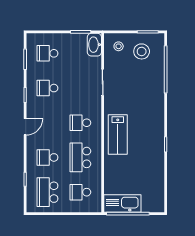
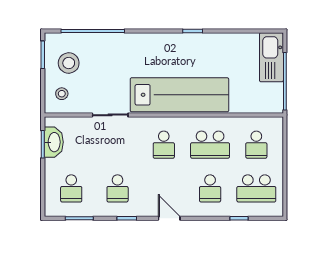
washbasin: (94, 45) -> (54, 142), moved, turned -90
lab bench: (118, 135) -> (179, 95), width x1.86, depth x1.39
kitchen sink: (122, 203) -> (271, 57), moved

